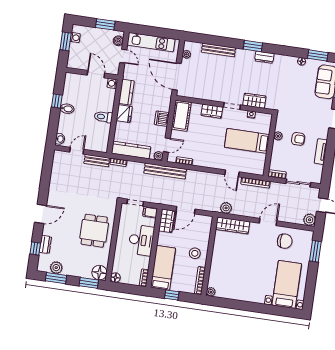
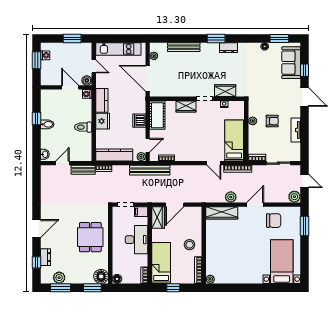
boiler: (118, 41) -> (87, 80), moved
bed: (247, 141) -> (234, 140), moved, turned 90
plant: (226, 208) -> (231, 197), moved

